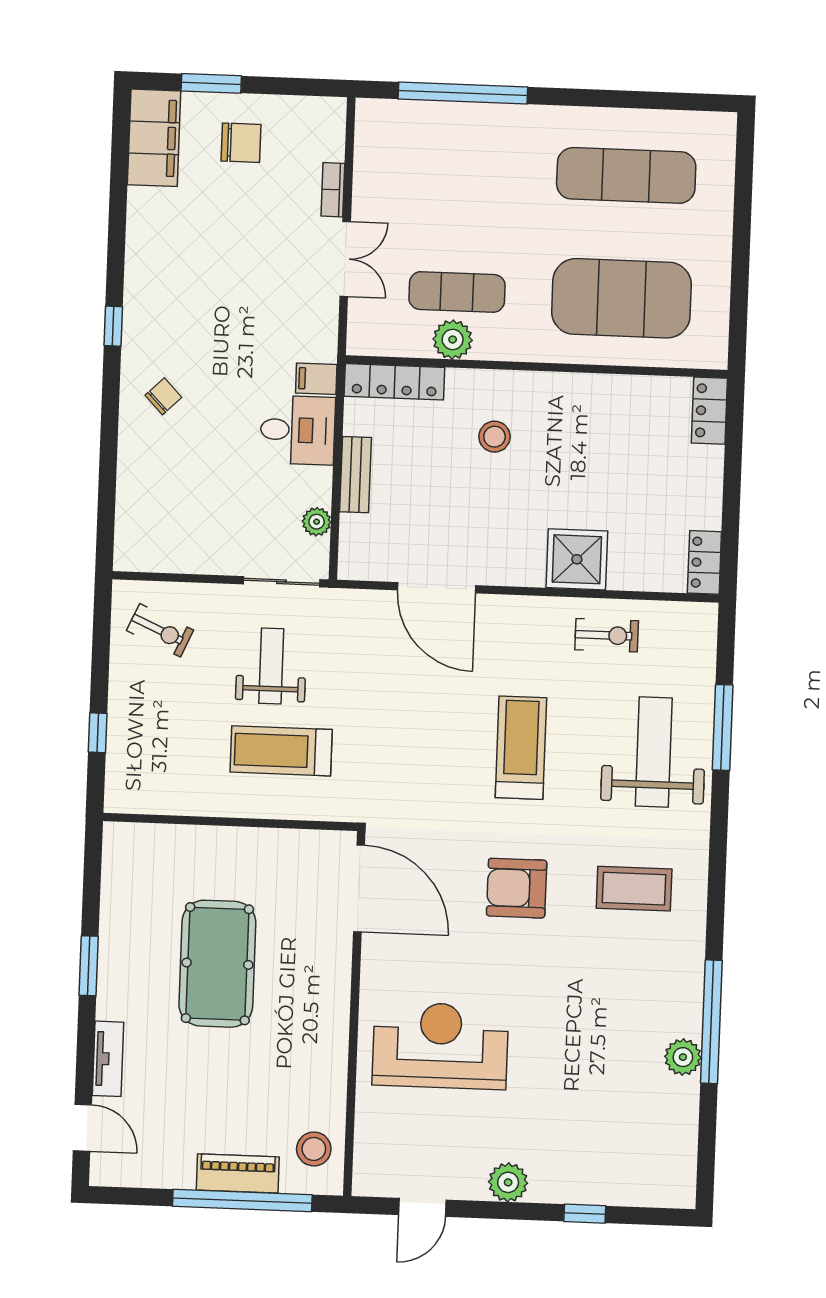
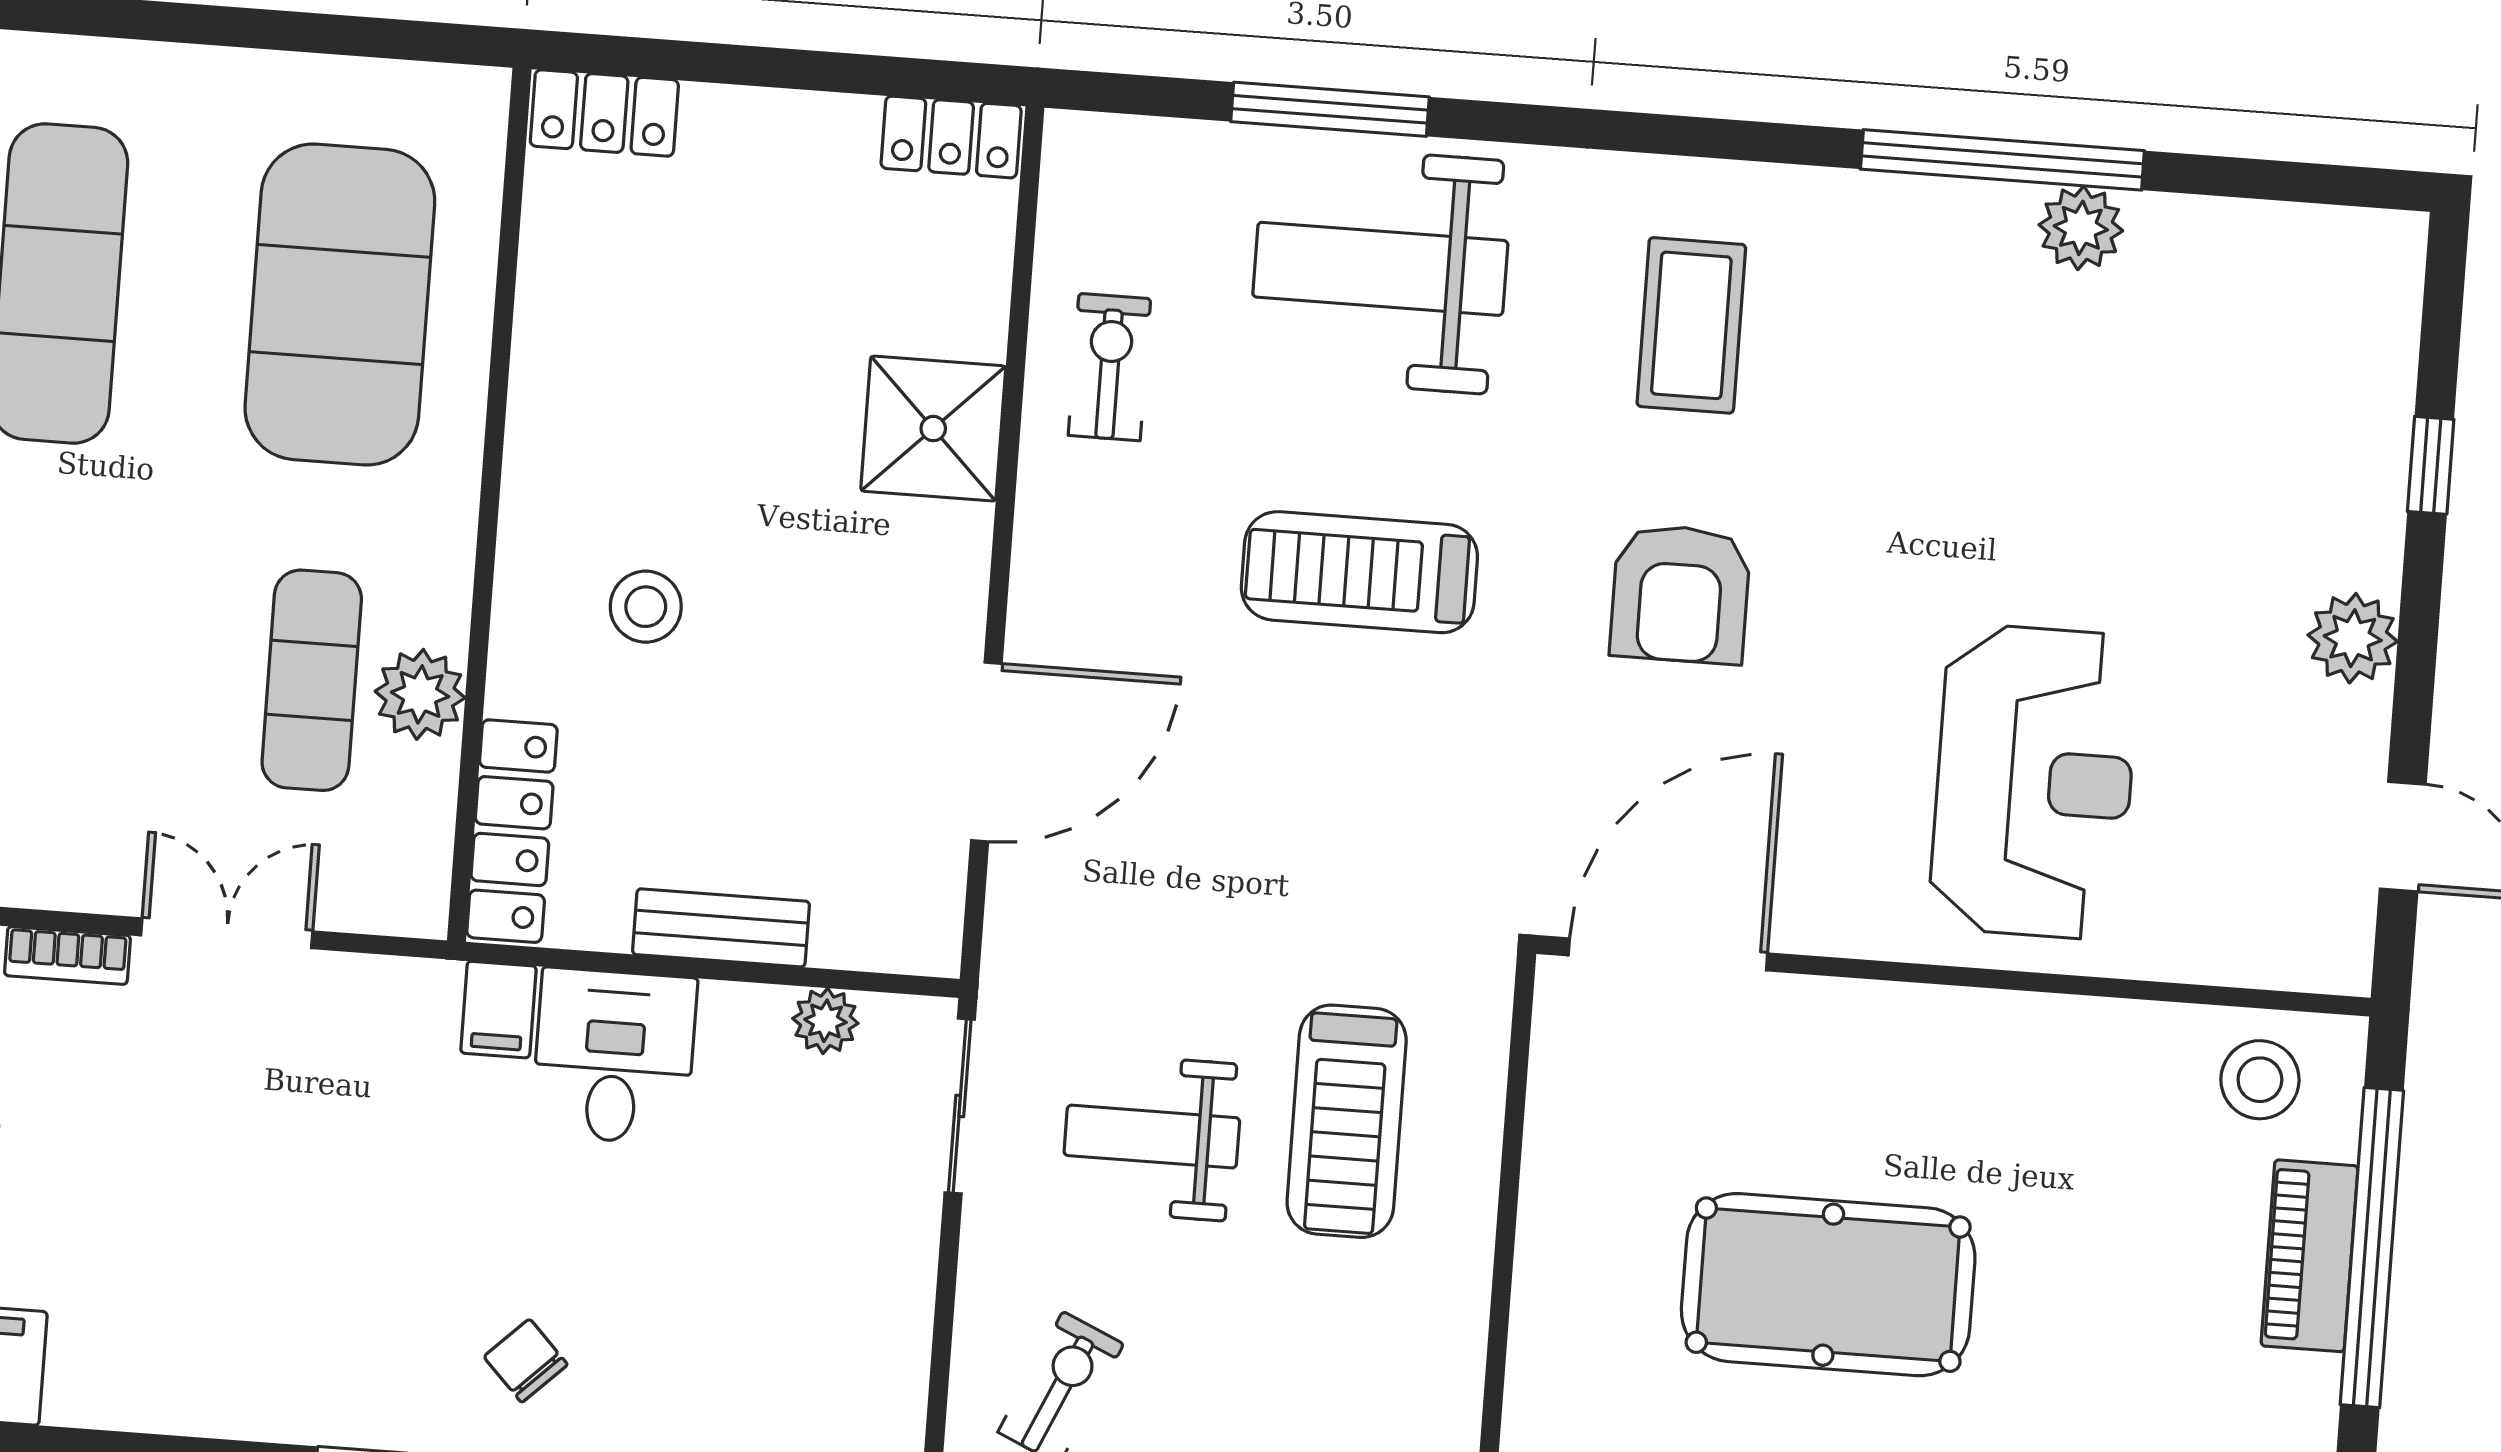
reception desk: (440, 1046) -> (2034, 782), turned 180

